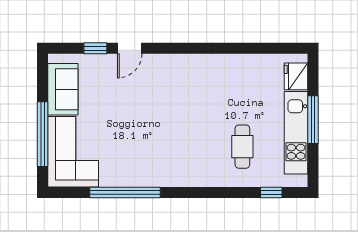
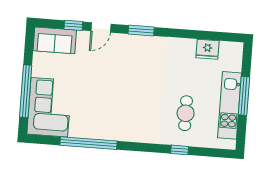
window: (180, 48) -> (141, 30), added
fridge: (296, 76) -> (208, 49), moved, turned -90
sofa: (63, 89) -> (55, 40), moved, turned 90
window: (271, 193) -> (180, 150), moved

